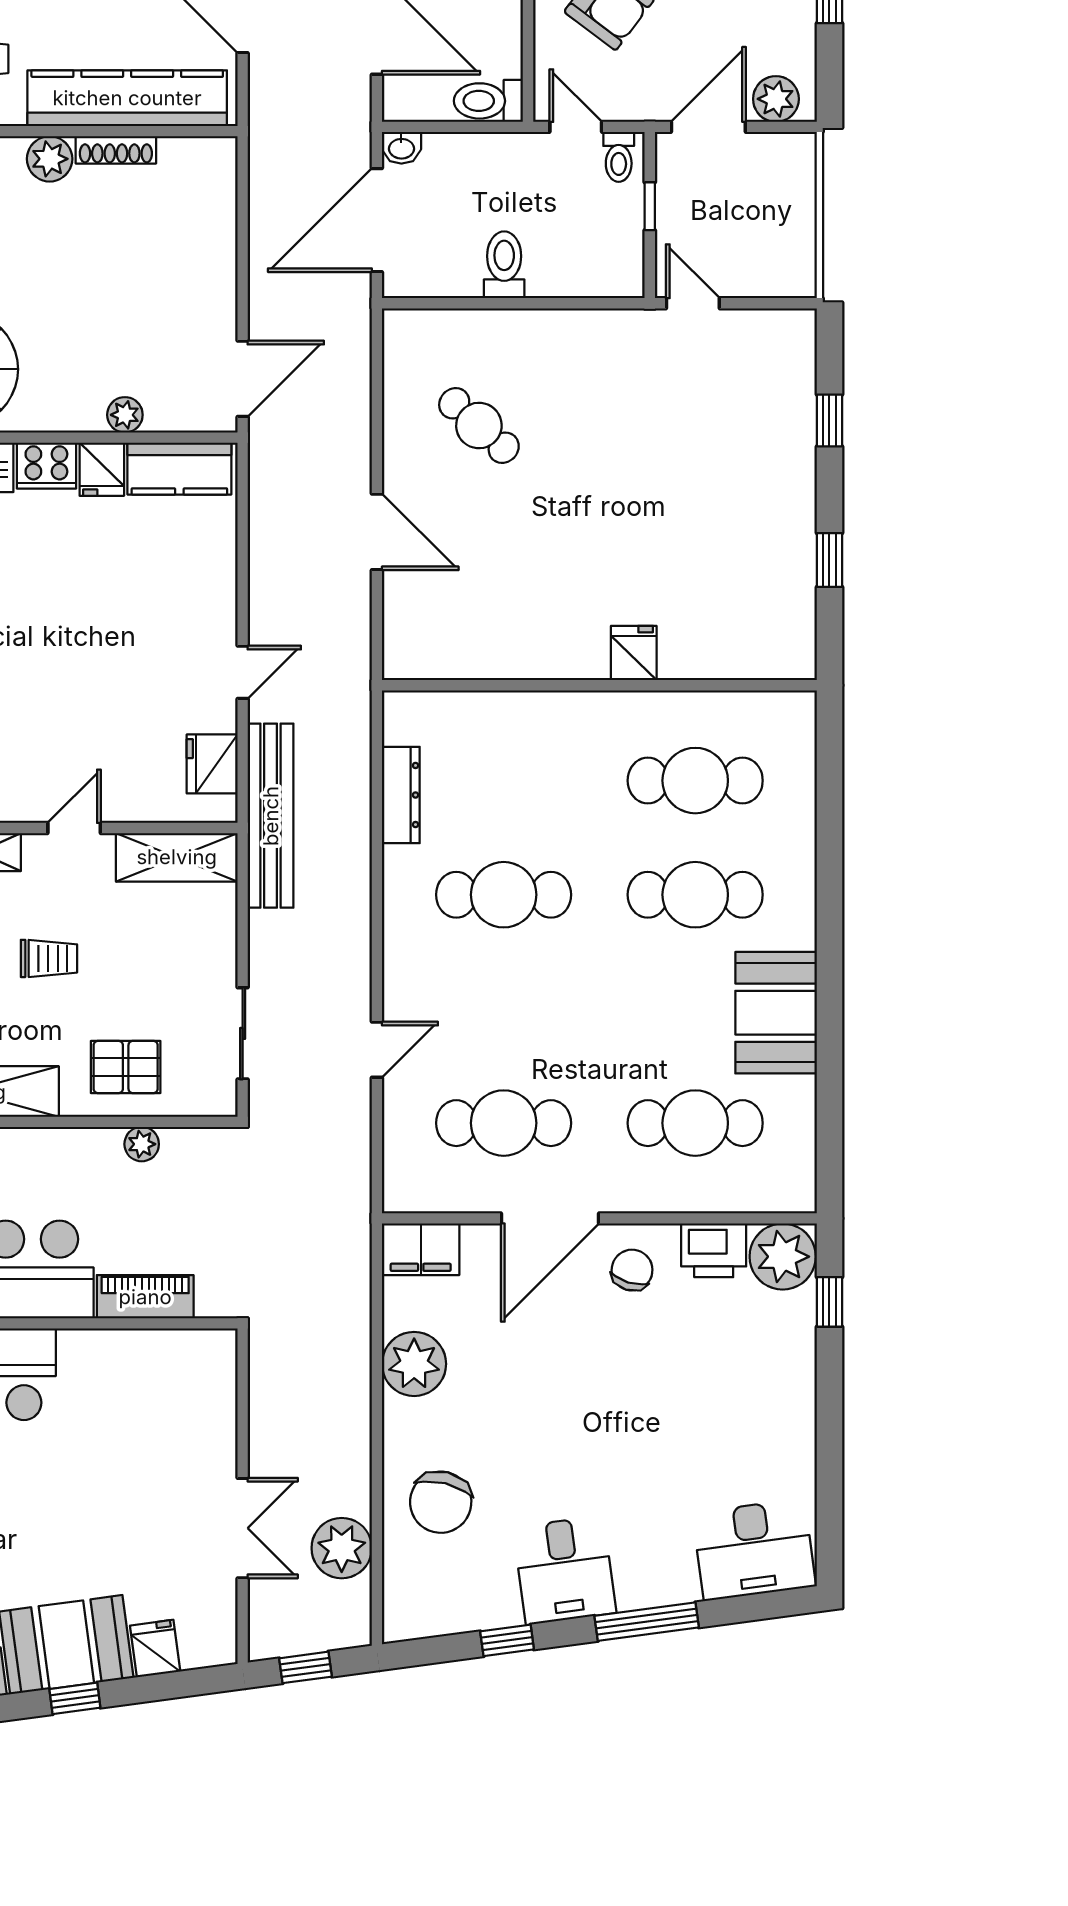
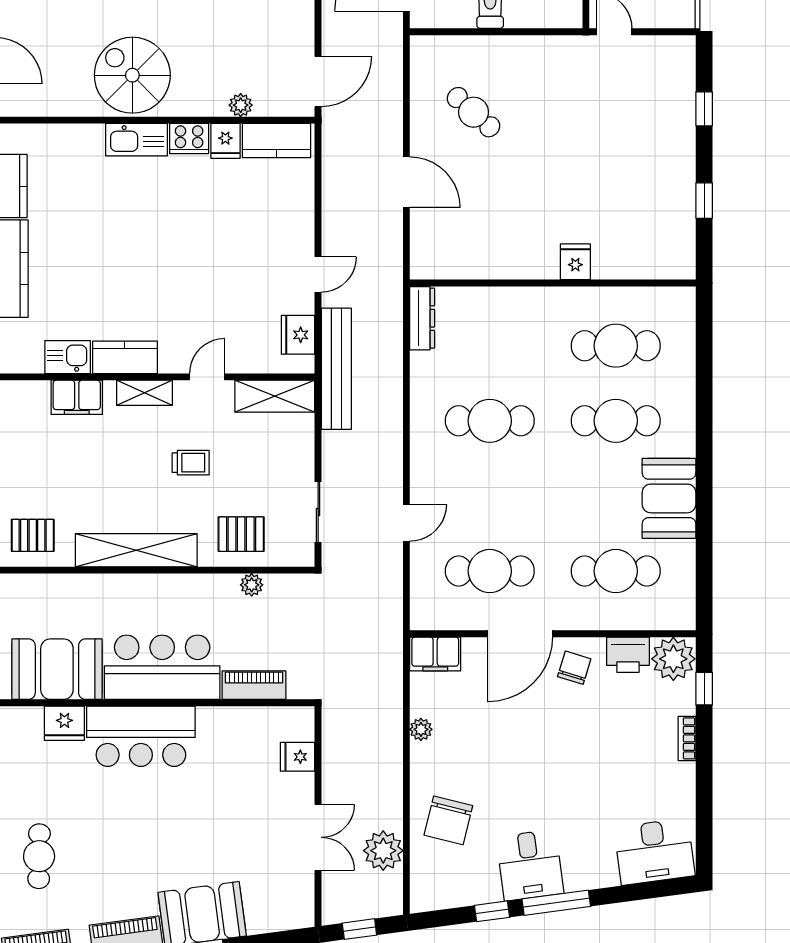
dresser: (401, 795) -> (422, 318), moved
plant: (414, 1364) -> (421, 729), width x0.53, depth x0.53
bookcase: (803, 1378) -> (687, 738), added
window: (647, 1622) -> (556, 903), moved
fridge: (155, 1649) -> (298, 757), moved, turned -82

